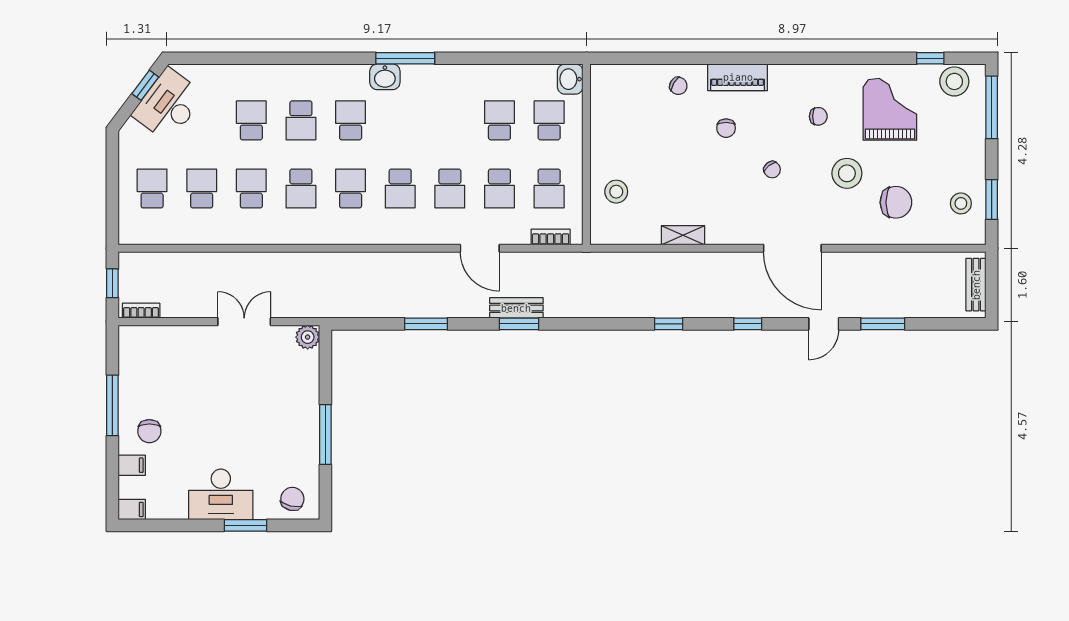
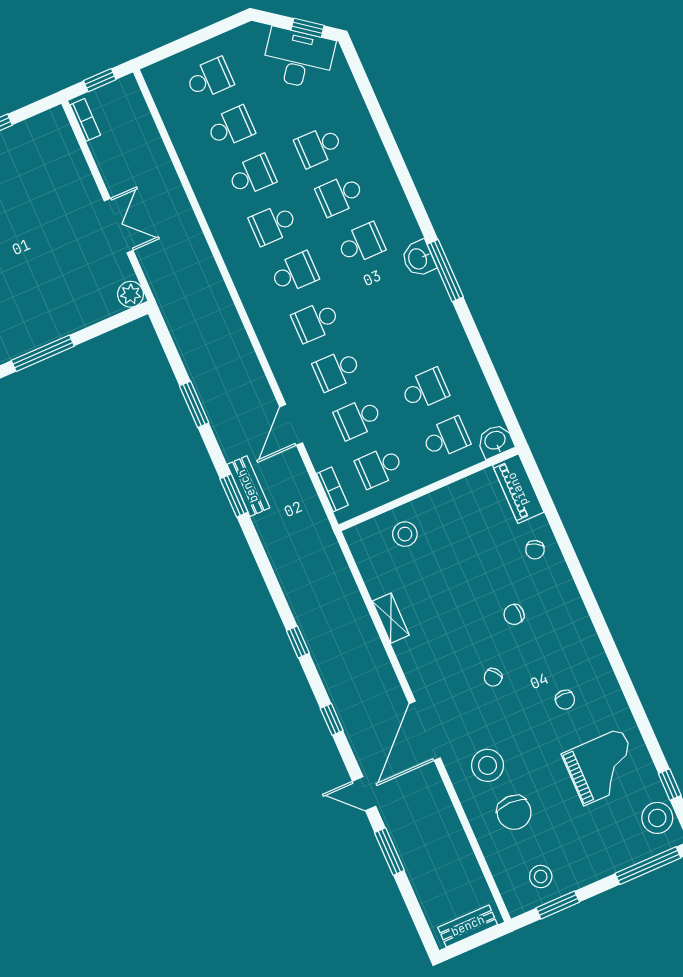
piano: (738, 77) -> (518, 489), moved
school desk: (251, 120) -> (319, 146), turned 180
stool: (847, 173) -> (488, 765), moved

